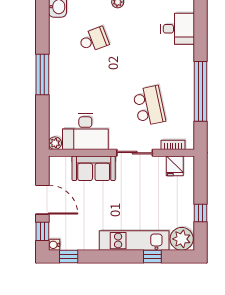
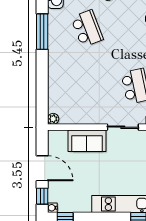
school desk: (94, 40) -> (87, 28), width x1.85
window: (42, 74) -> (42, 32), moved
desk: (85, 132) -> (80, 109), removed

